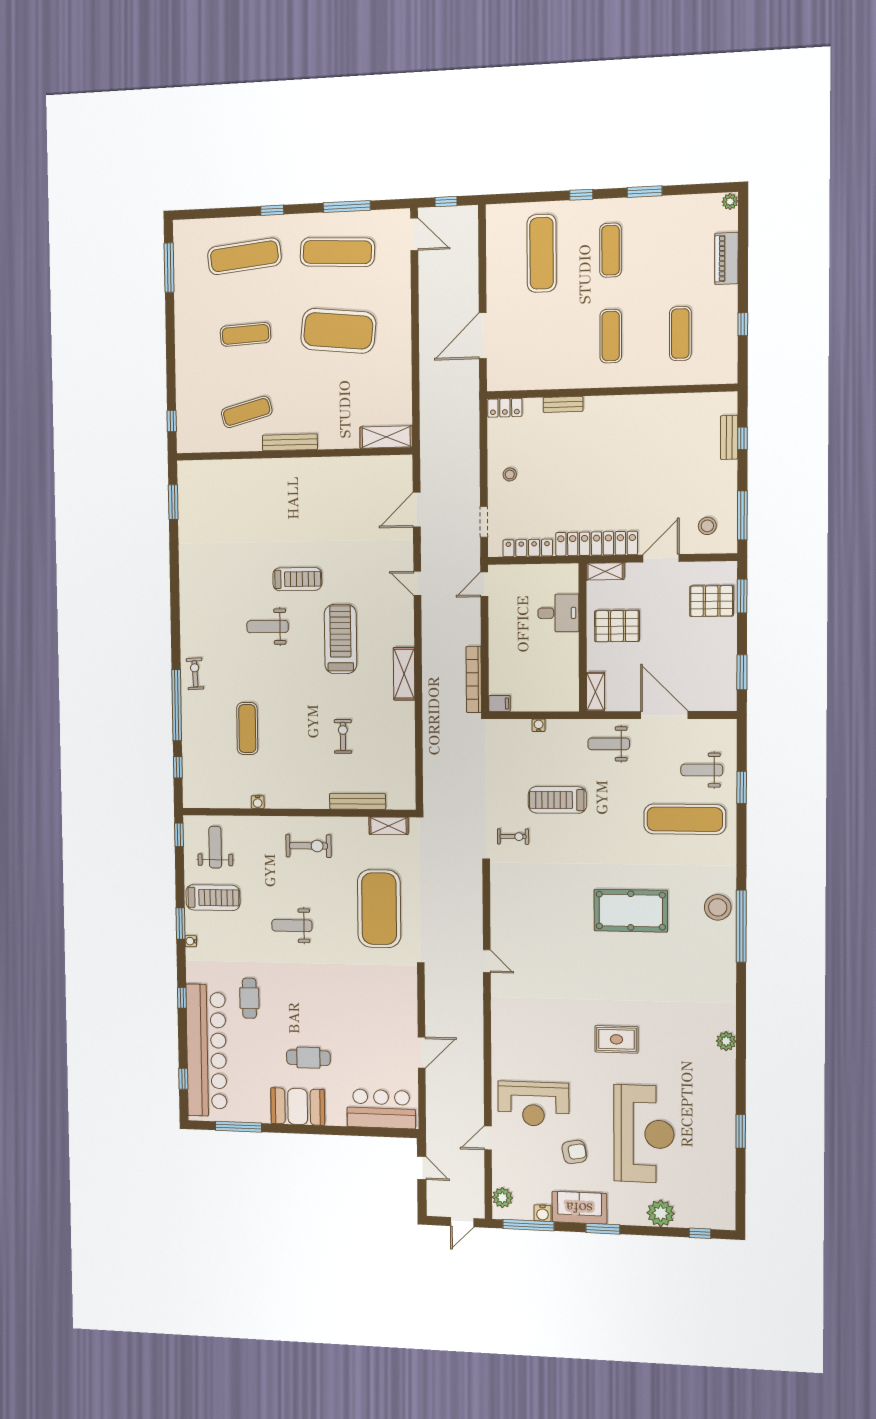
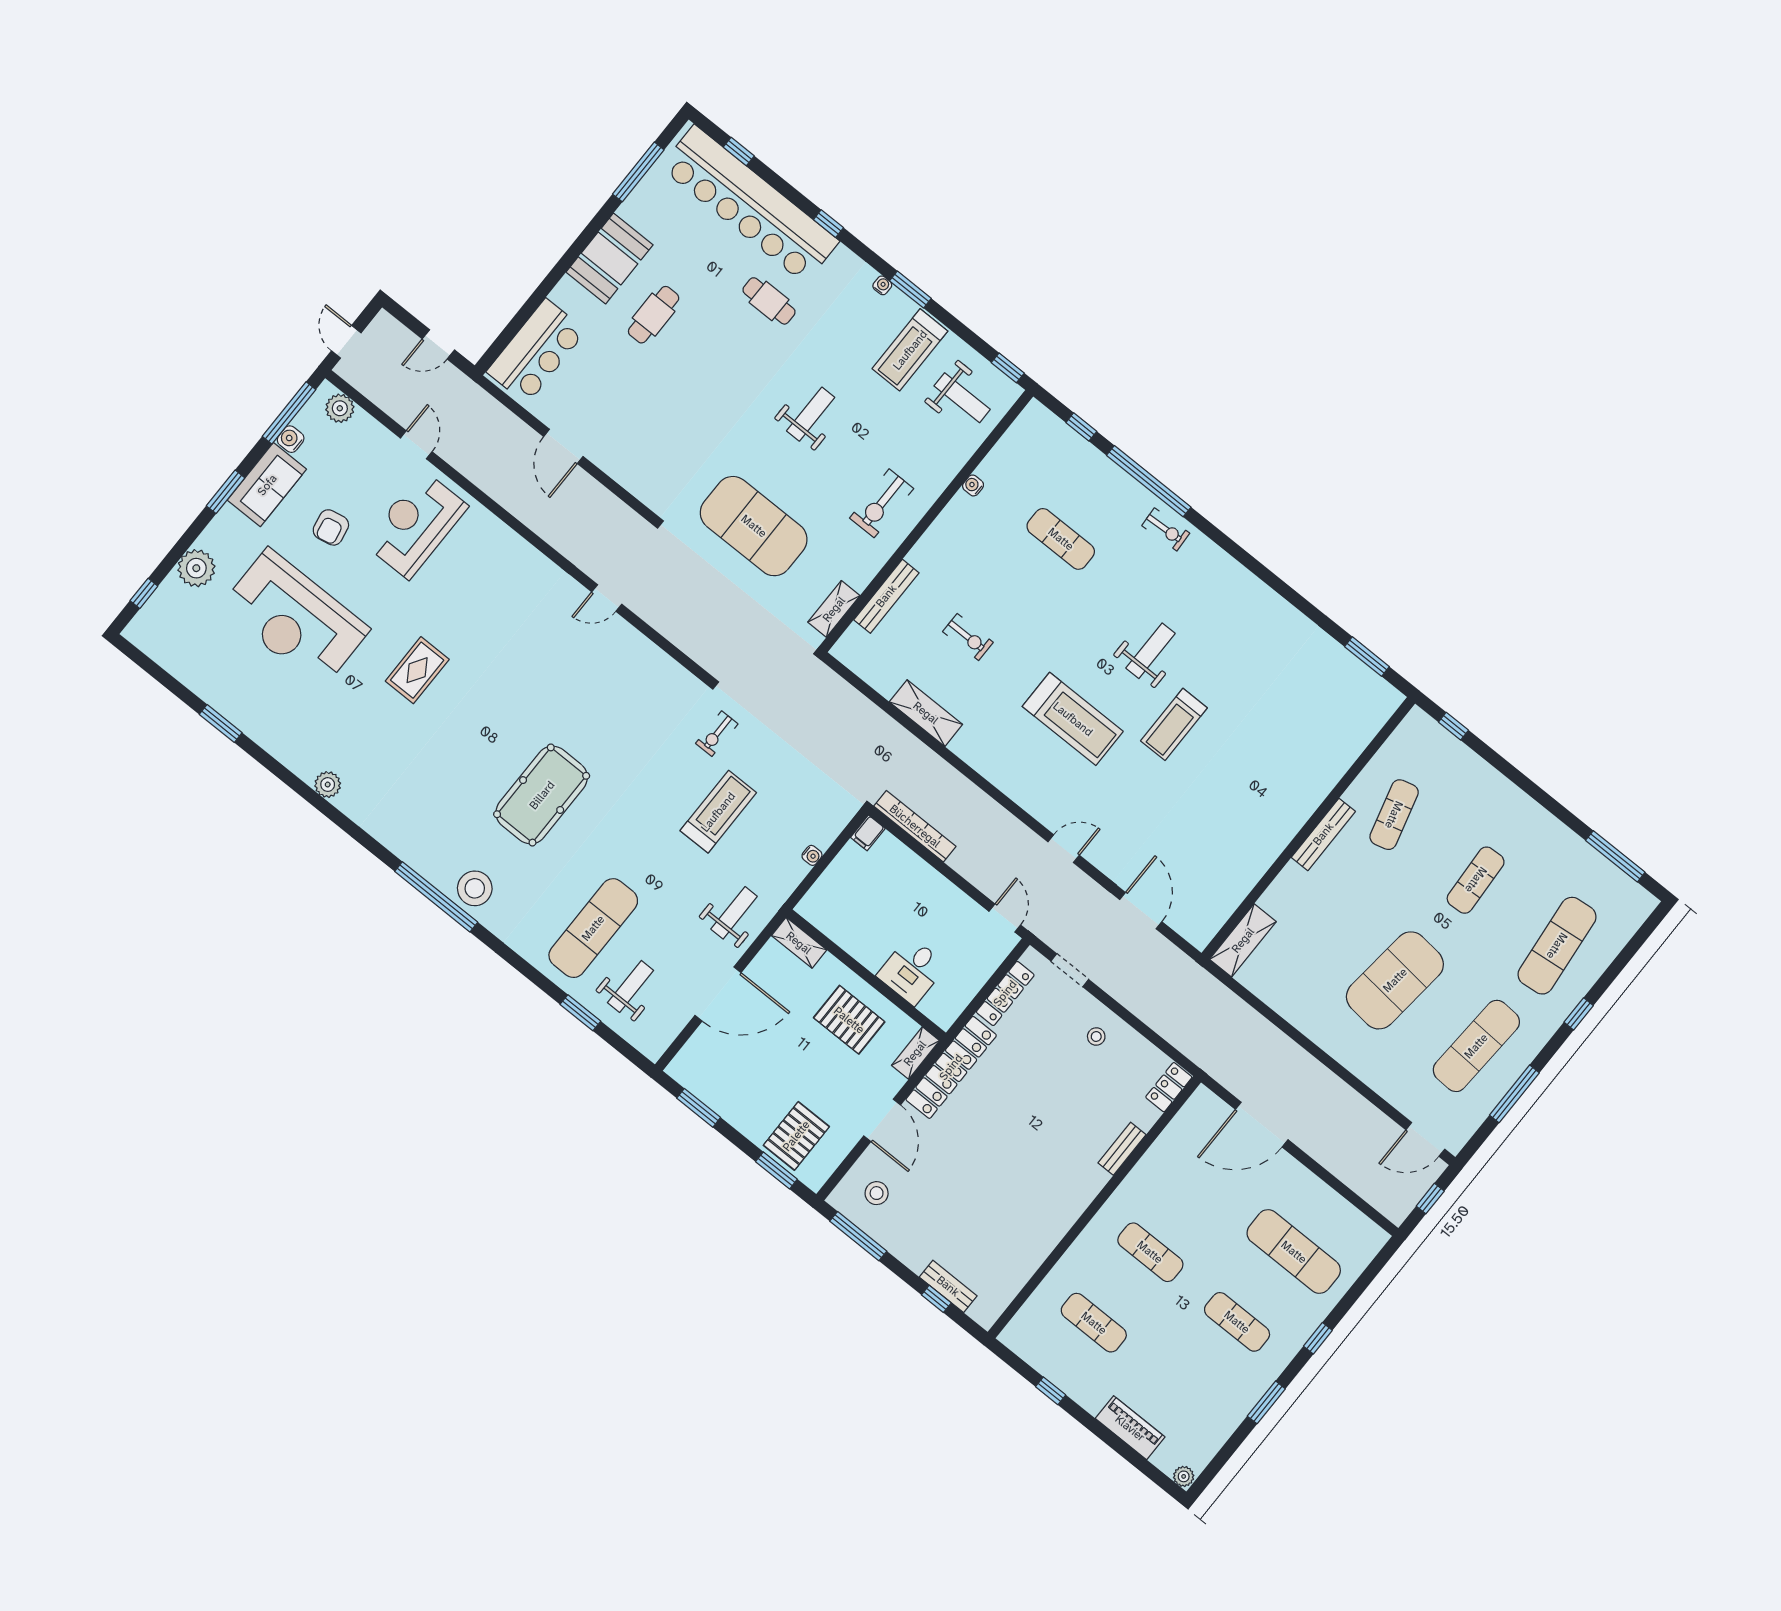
door: (483, 336) -> (1262, 1125), swing flipped
pallet: (617, 626) -> (849, 1020), turned 90
shelving: (404, 674) -> (926, 713), moved

